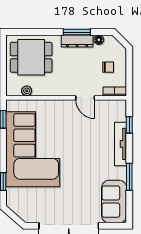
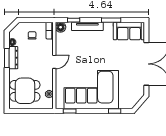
dining table: (31, 57) -> (25, 91), turned 90
door: (85, 98) -> (54, 62), moved
floor lamp: (119, 107) -> (61, 27), added

